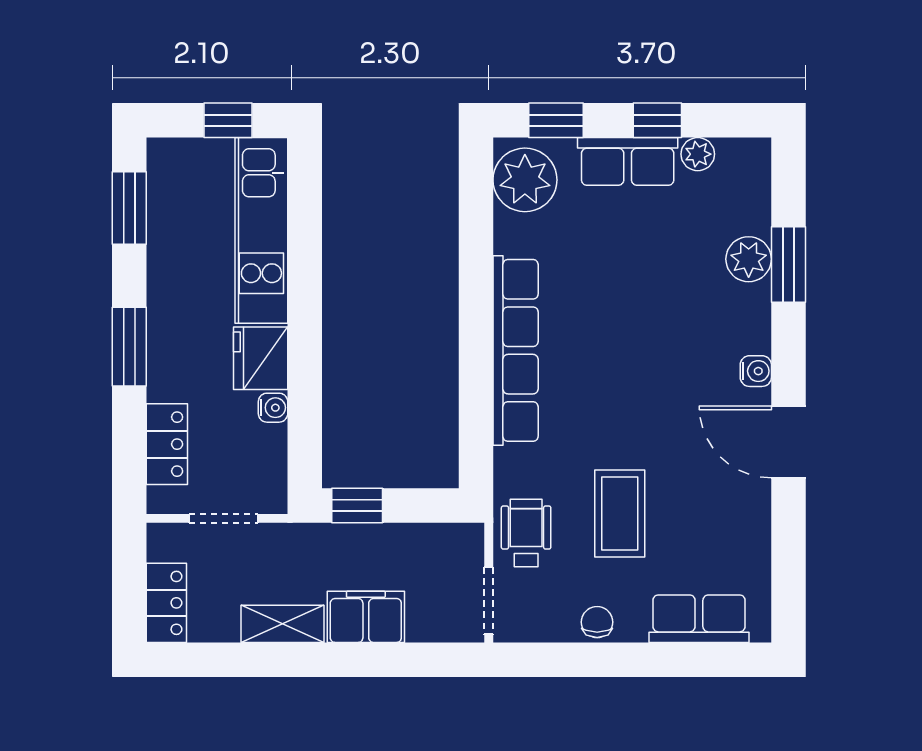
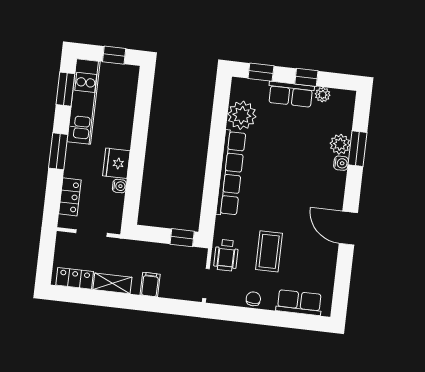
plant: (525, 180) -> (242, 115), moved
kitchen unit: (261, 230) -> (84, 102), moved, turned 180
water cooler: (756, 371) -> (341, 163), moved
window: (357, 506) -> (182, 238), moved
wheelchair: (526, 533) -> (226, 255), turned 180
locker: (166, 603) -> (75, 278), moved, turned -90
filing cabinet: (366, 617) -> (150, 285), width x0.50

